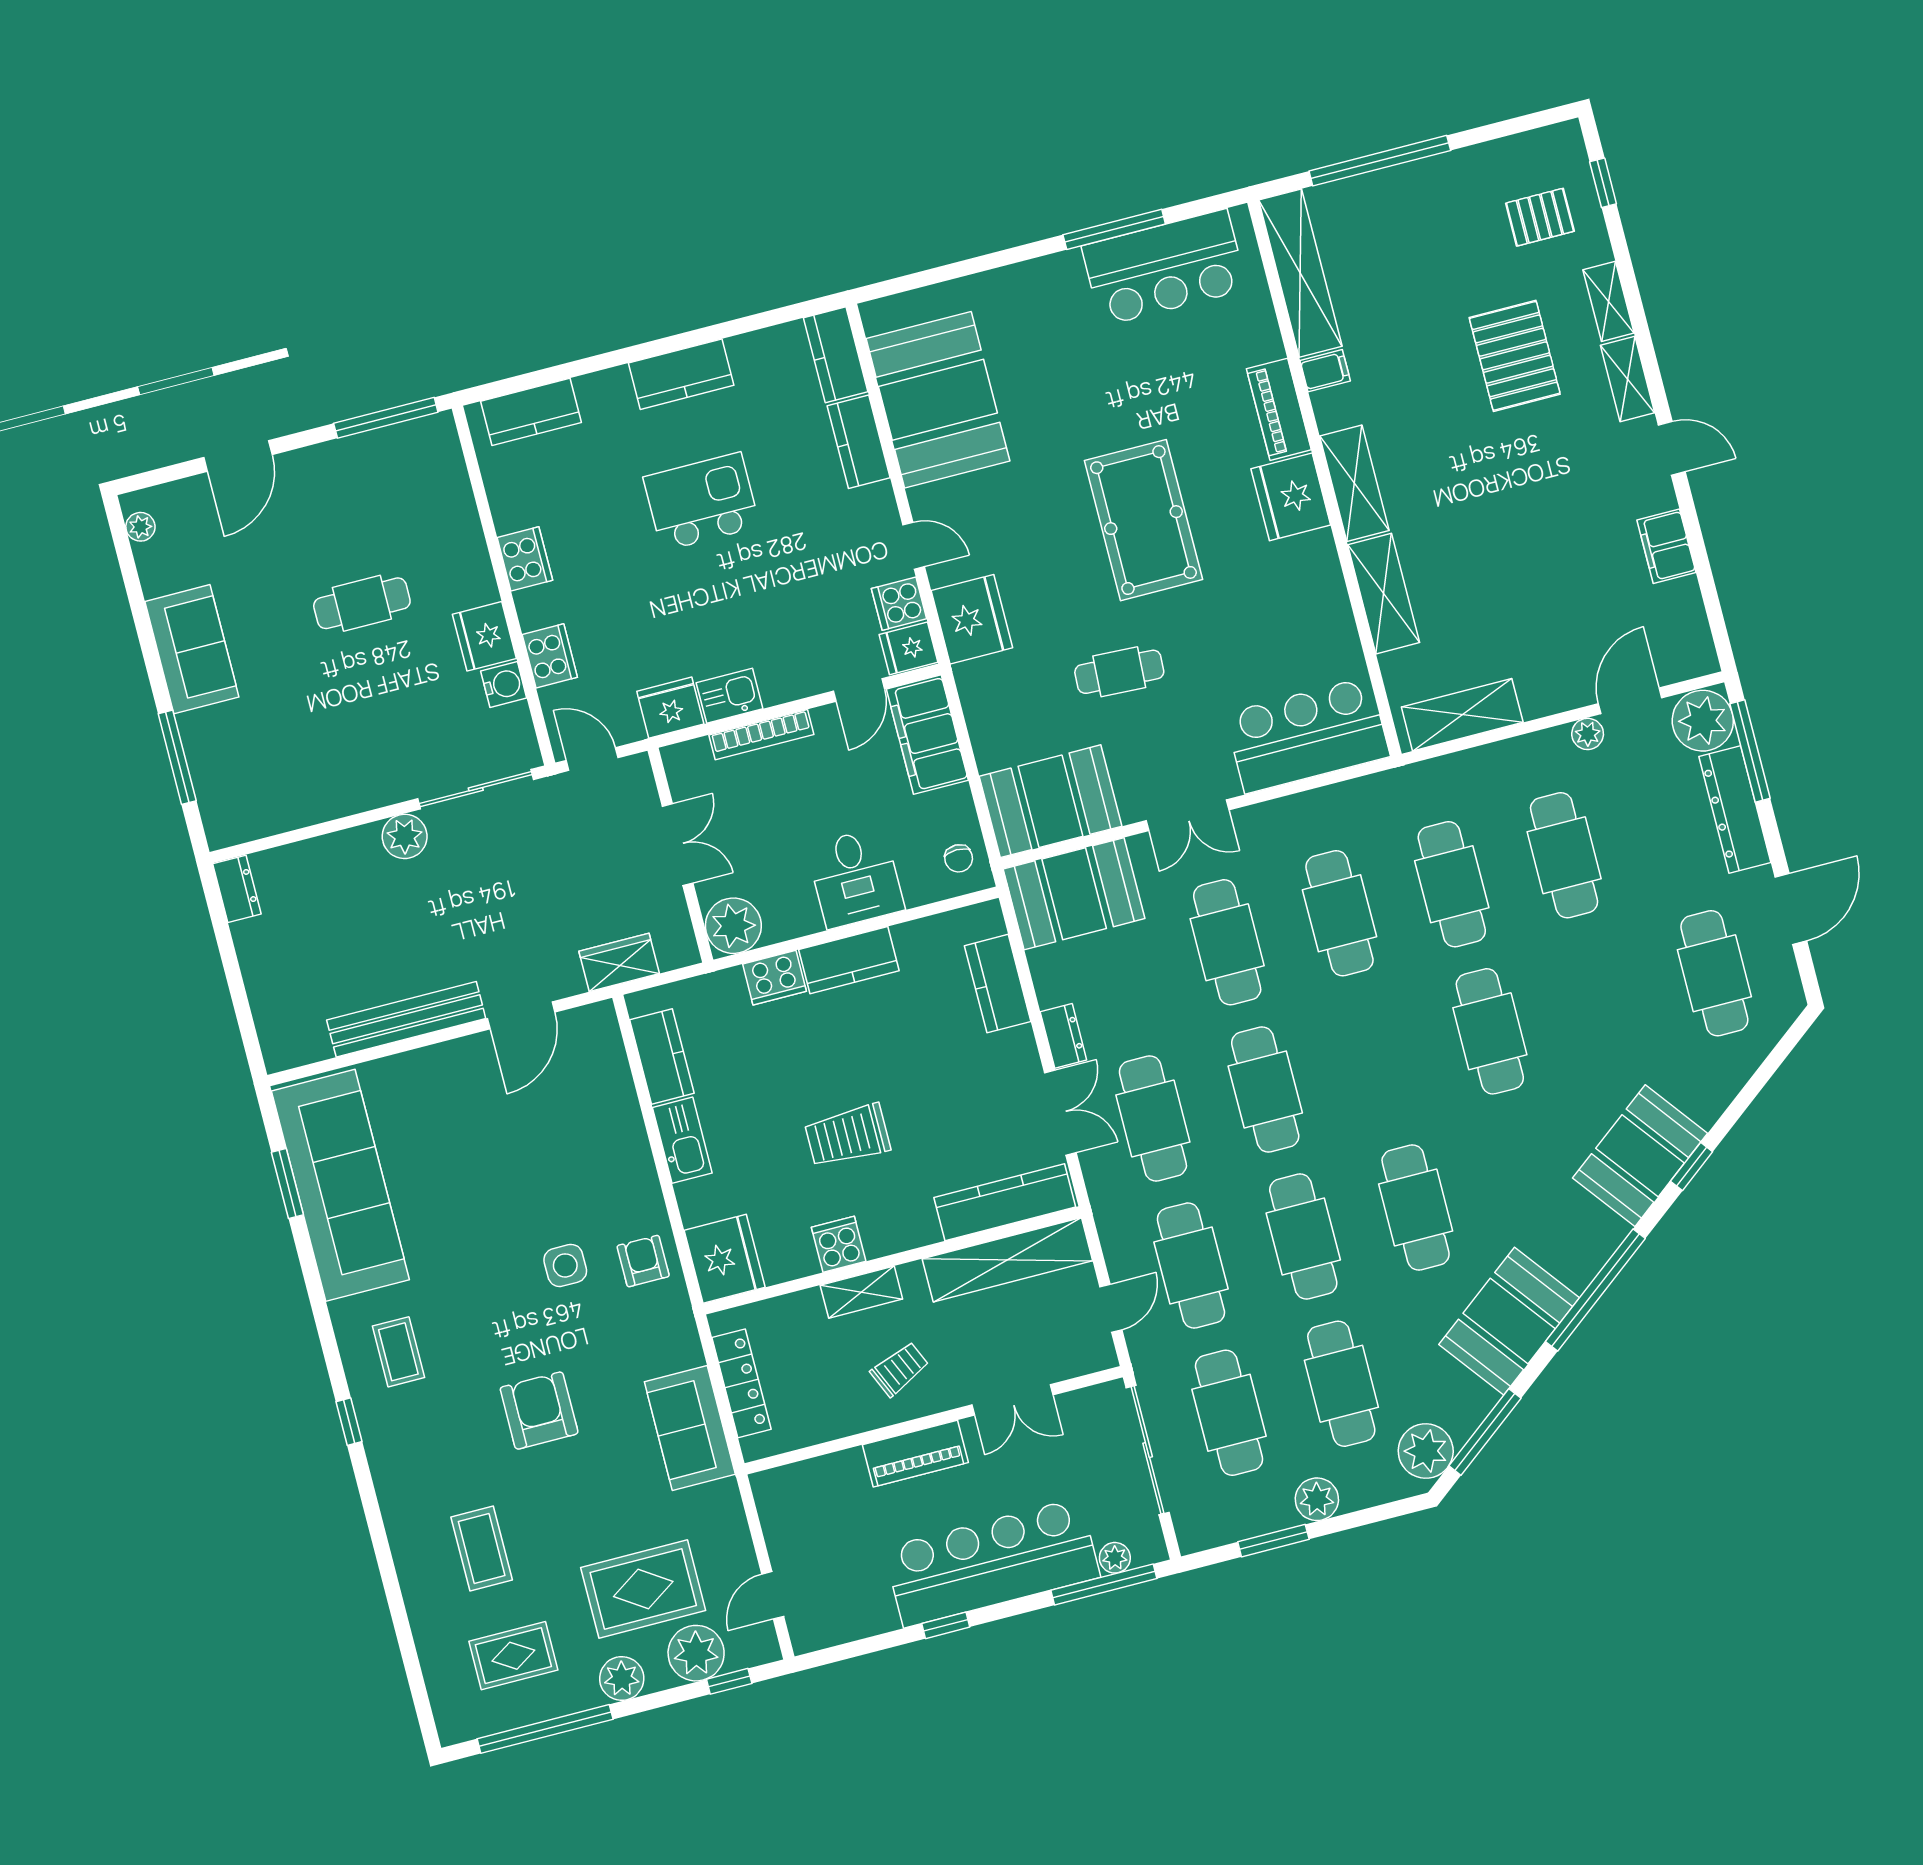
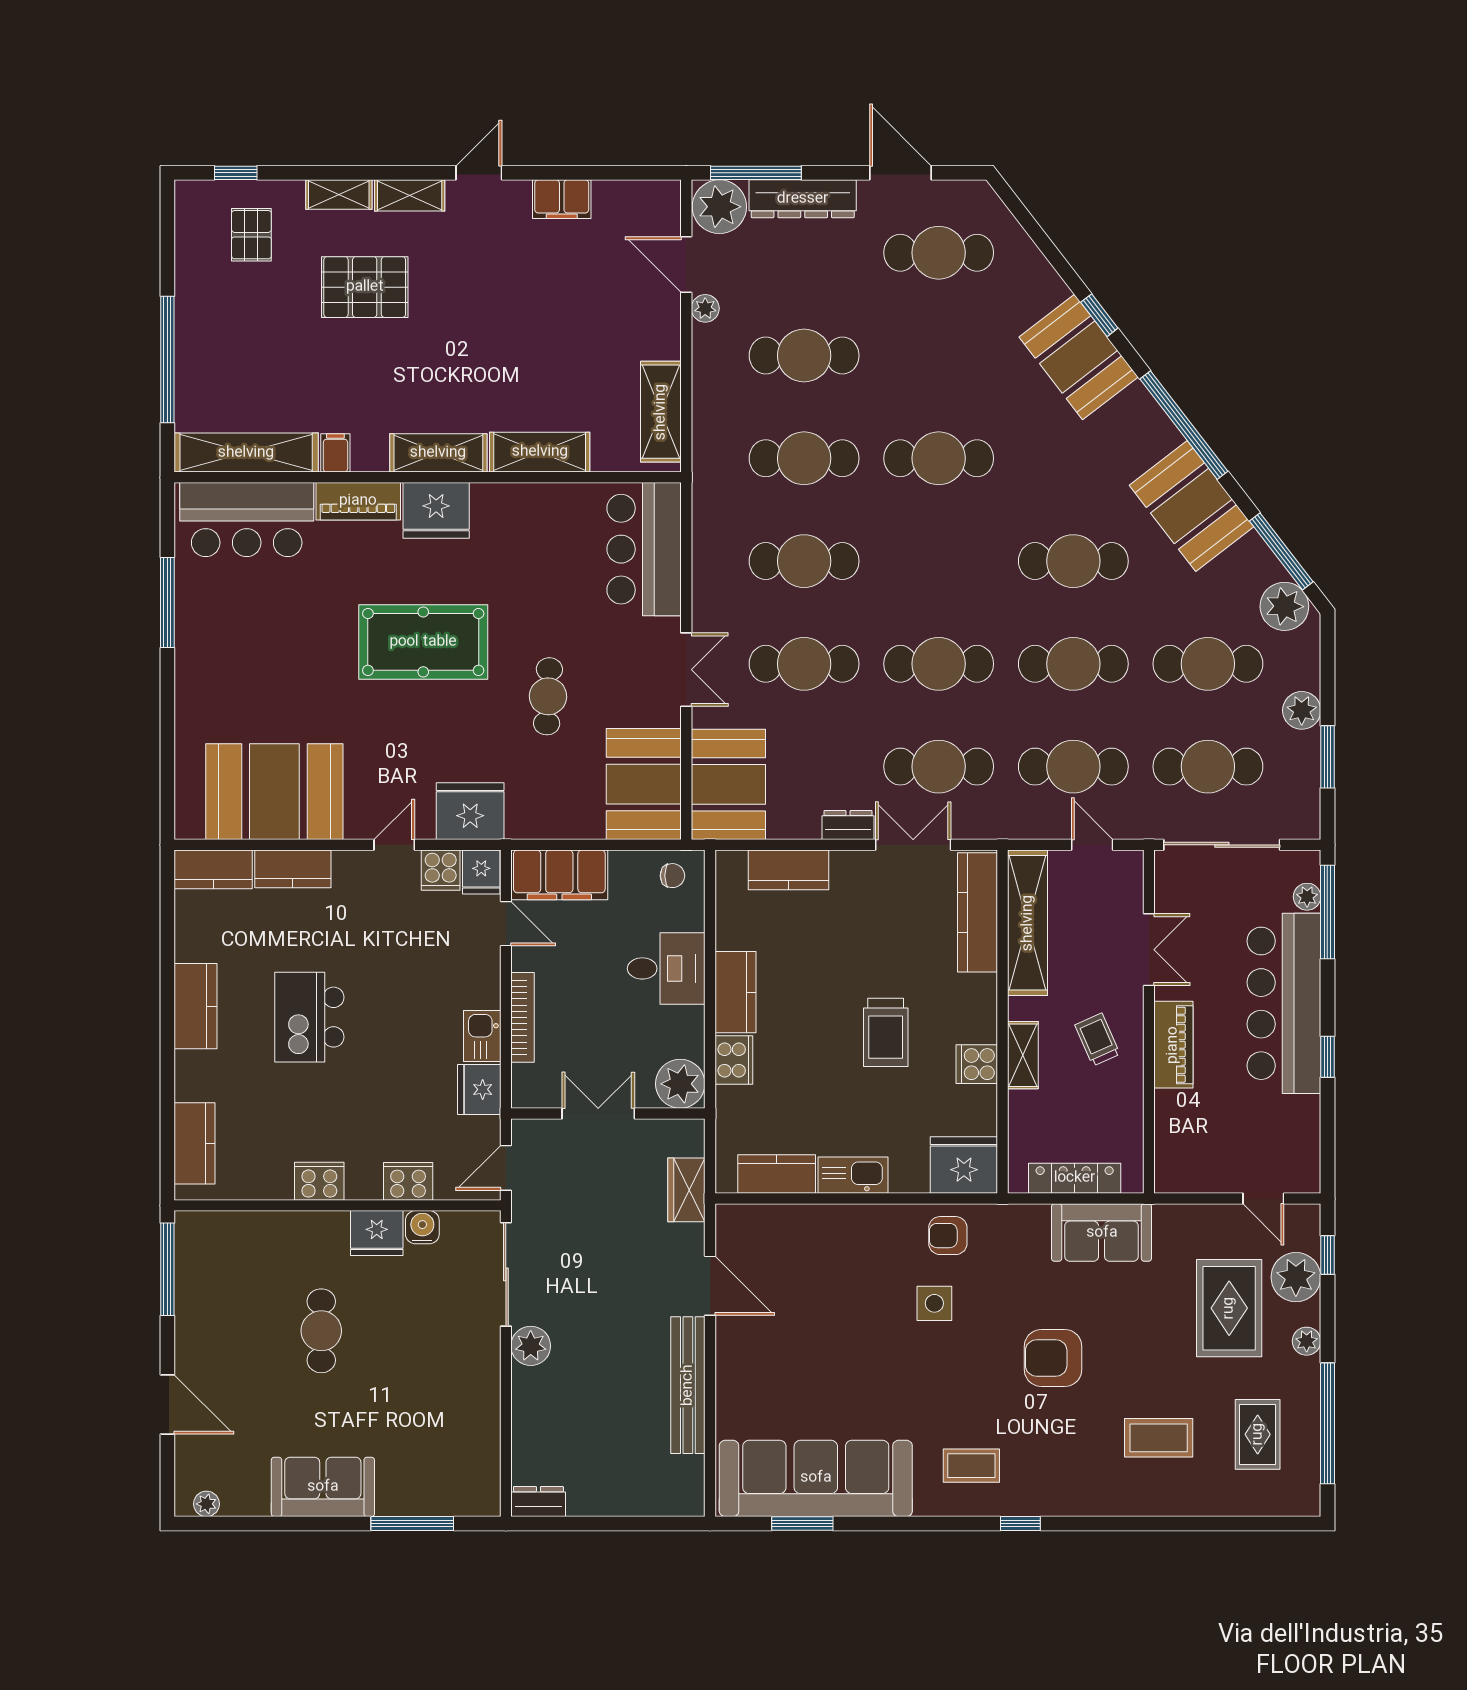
bar counter: (1164, 268) -> (247, 520), moved, turned 90
plant: (622, 1679) -> (1307, 1341), width x0.73, depth x0.73

